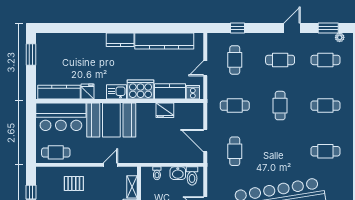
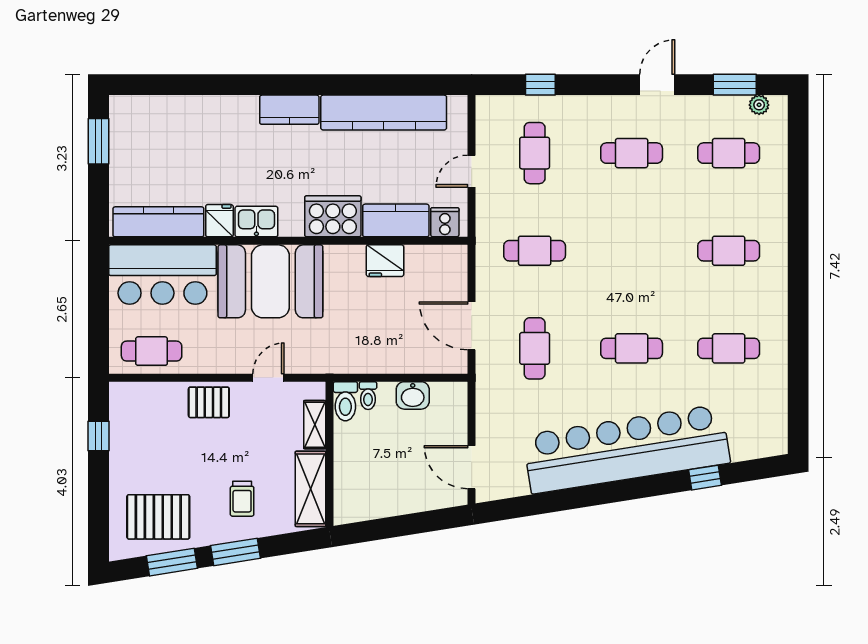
kitchen sink: (117, 92) -> (256, 222), moved
cafe table: (280, 106) -> (632, 348), moved, turned 90
toilet: (192, 176) -> (345, 401), moved
pallet: (74, 183) -> (209, 402), moved

